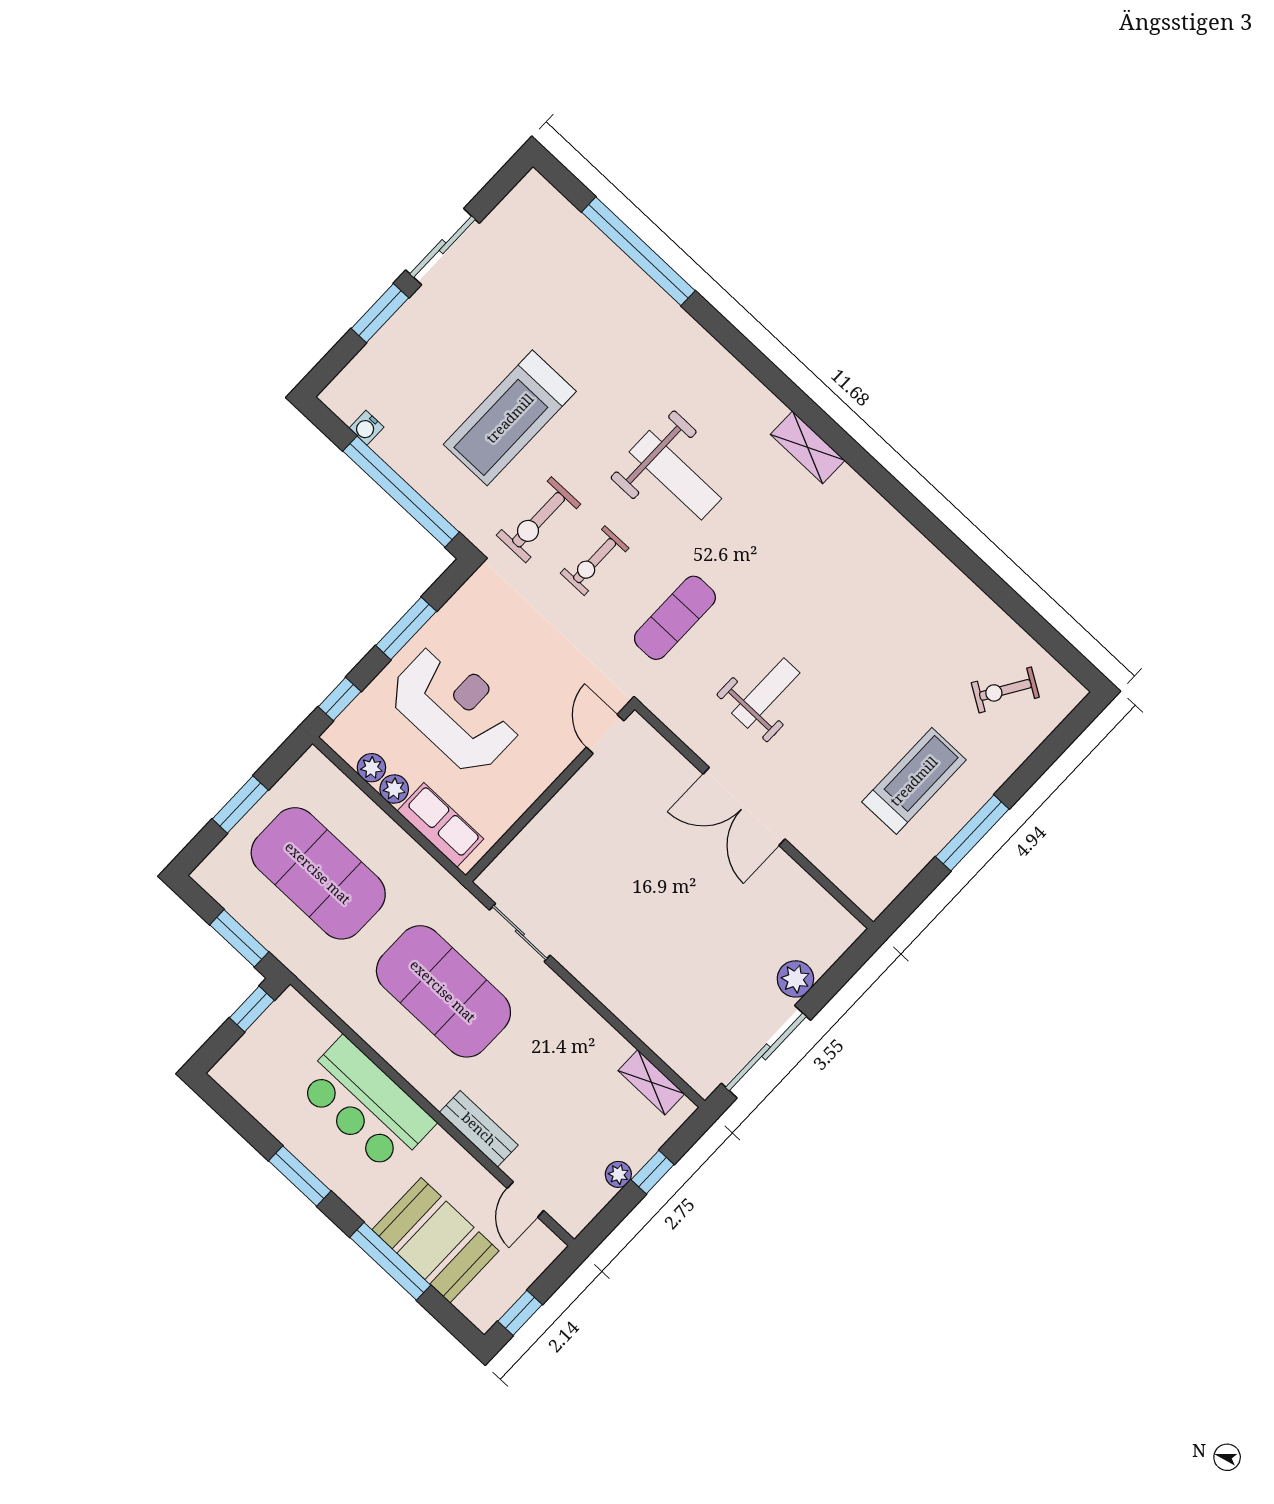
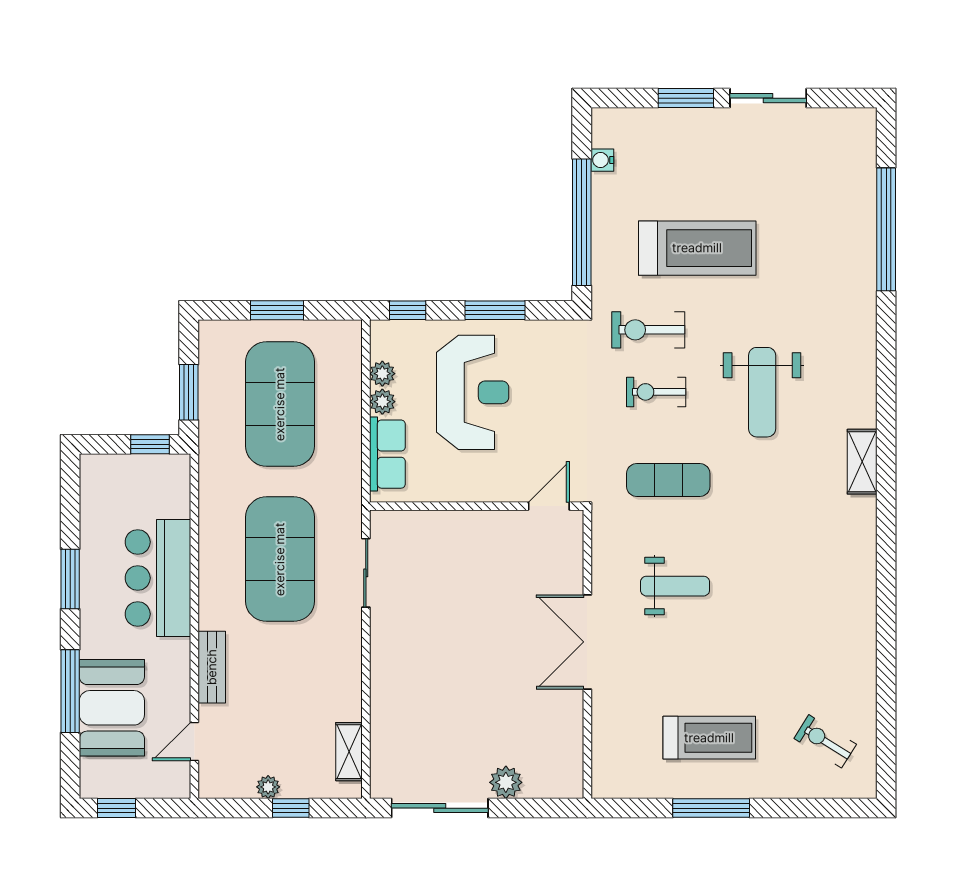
treadmill: (510, 418) -> (697, 248), turned 180

